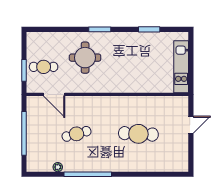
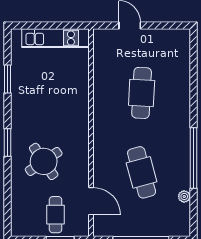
round table: (85, 58) -> (44, 161), turned -34
door: (54, 94) -> (91, 201), hinge flipped
cafe table: (77, 134) -> (142, 172), width x1.37, depth x1.35

